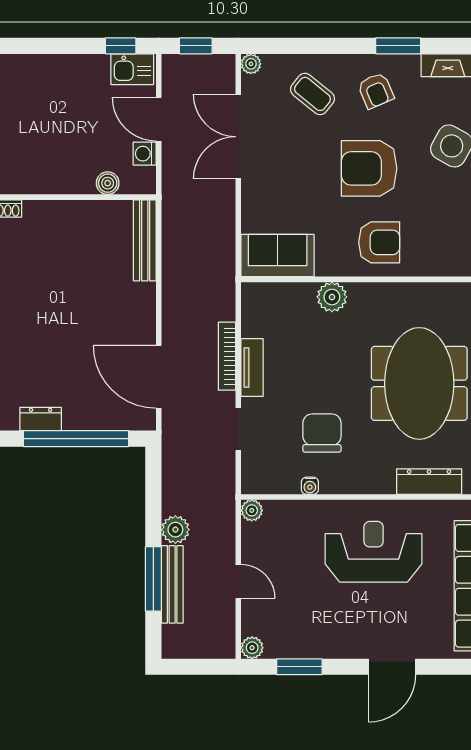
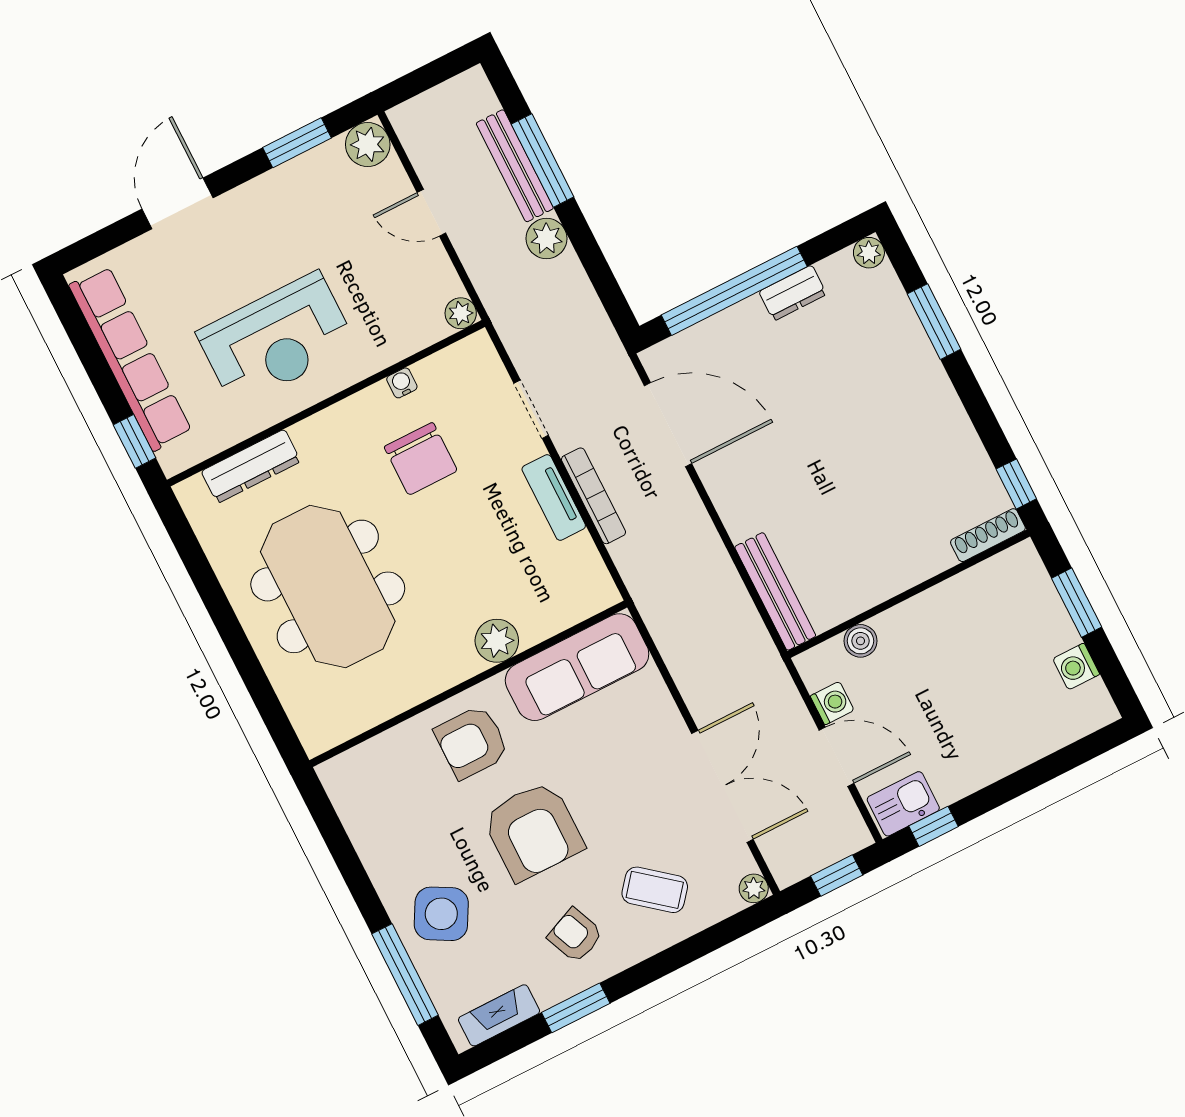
armchair: (369, 168) -> (533, 831), turned 90
sofa: (278, 256) -> (577, 667), width x1.36
plant: (252, 648) -> (368, 145), width x1.38, depth x1.38

